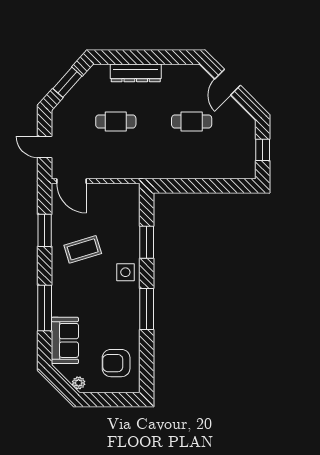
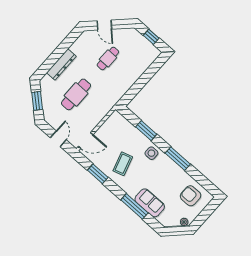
cafe table: (116, 121) -> (76, 94), width x1.37, depth x1.35
door: (45, 147) -> (58, 139), swing flipped
sofa: (65, 340) -> (150, 203), moved
armchair: (116, 363) -> (191, 196), turned 90

